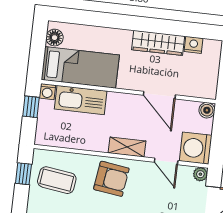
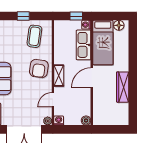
nightstand: (194, 45) -> (124, 108), removed
door: (159, 95) -> (92, 78), moved
washing machine: (196, 148) -> (59, 121), width x0.53, depth x0.53
window: (23, 174) -> (23, 16), moved

